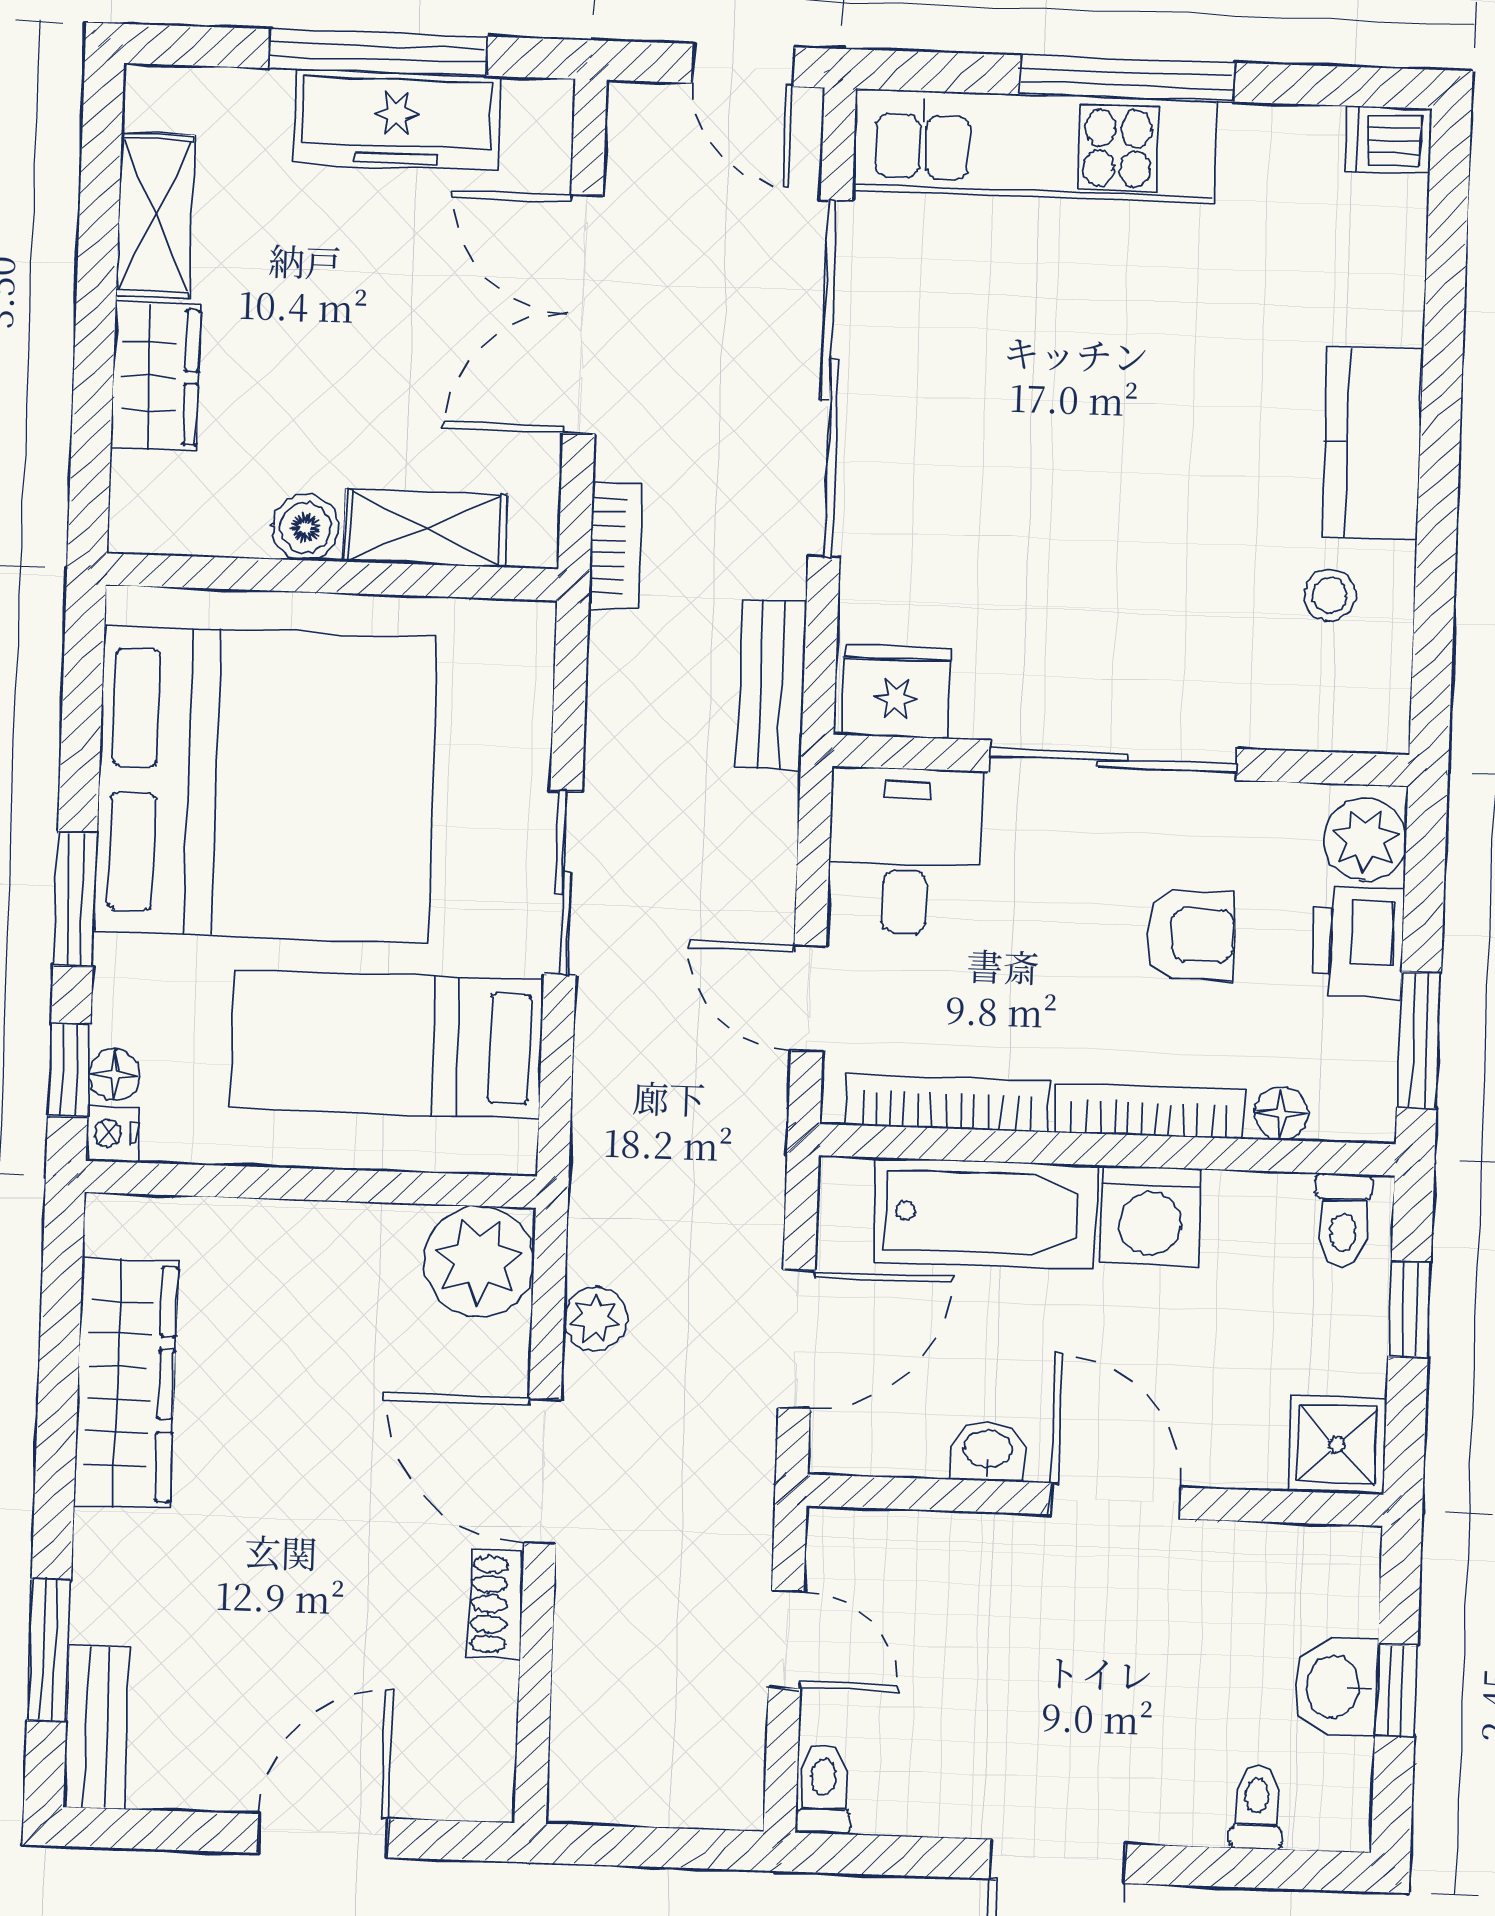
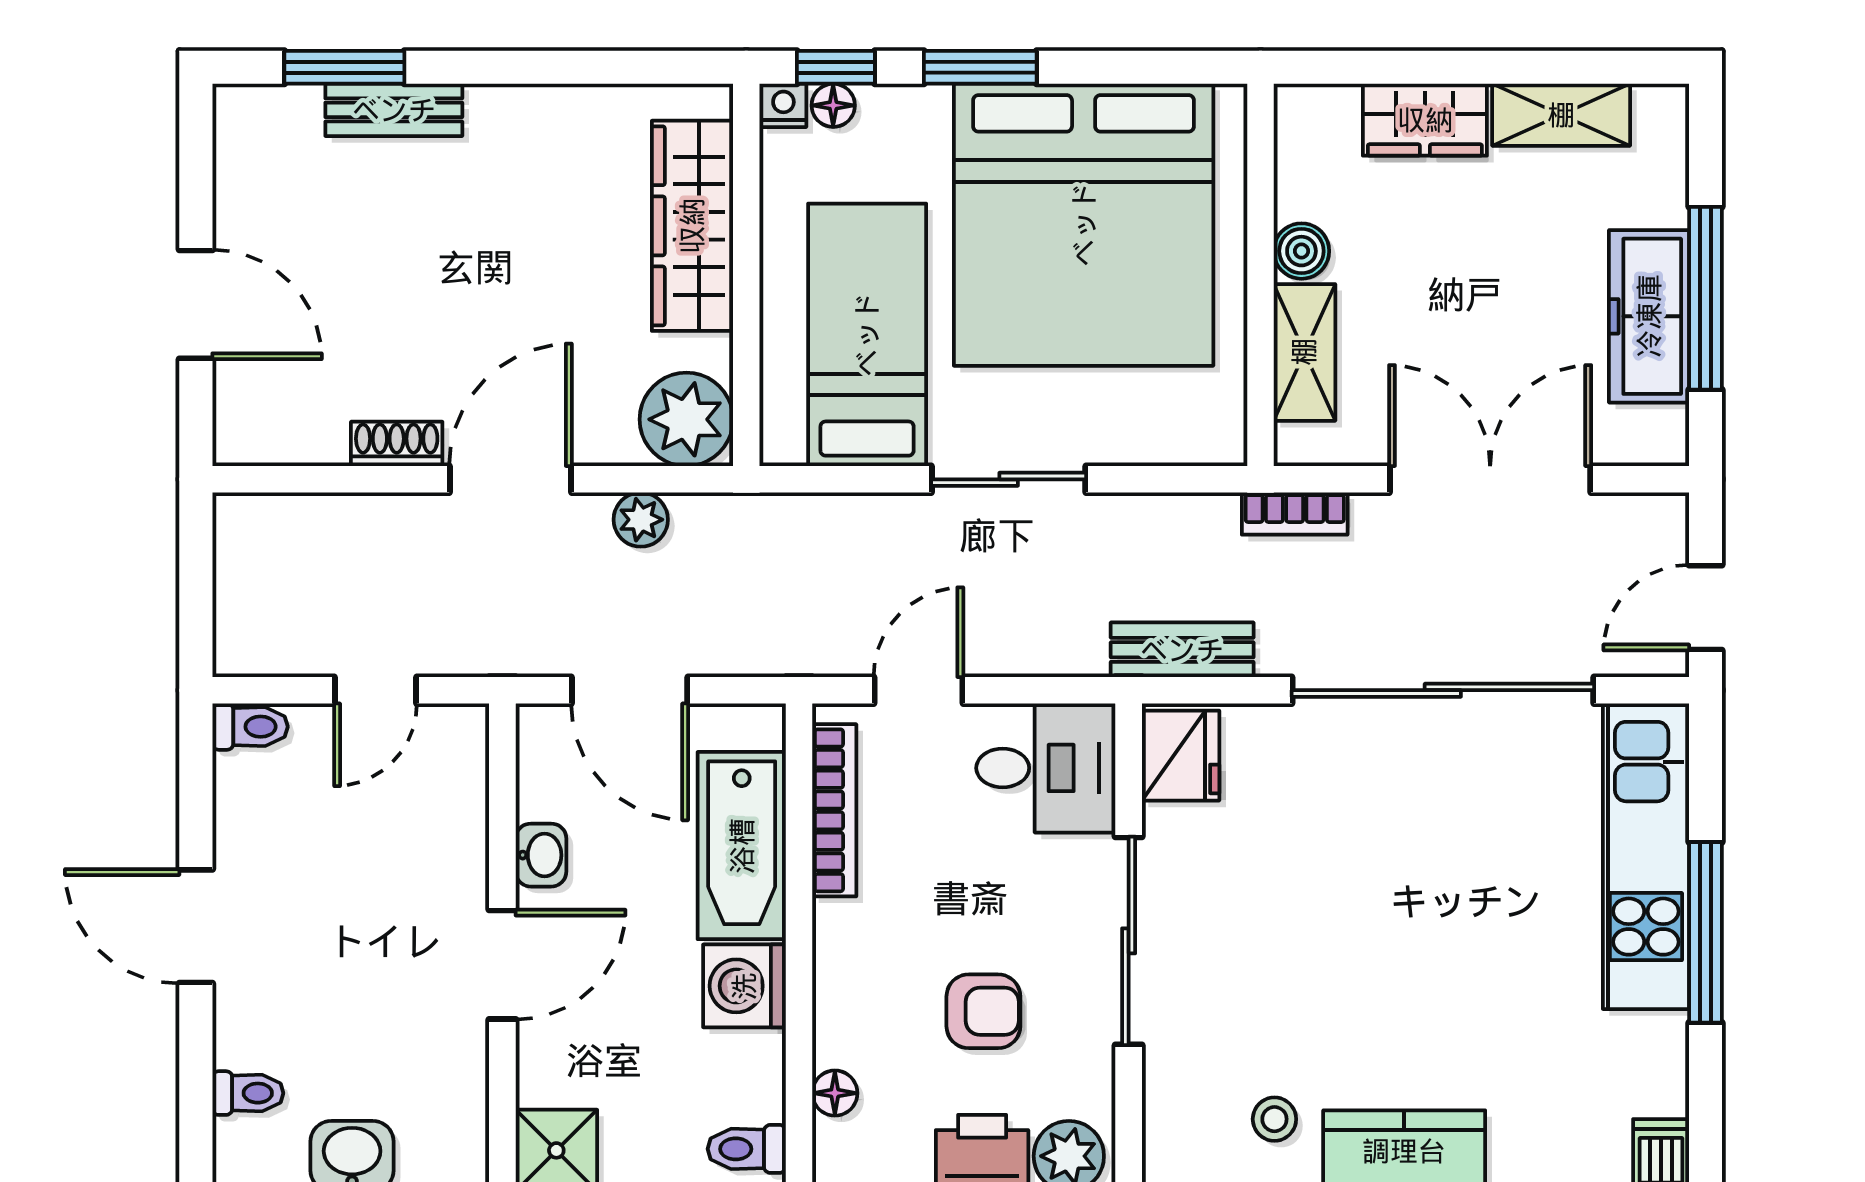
armchair: (1190, 935) -> (983, 1011), turned -90
bookcase: (1149, 1111) -> (833, 982), removed
wardrobe: (126, 1383) -> (692, 226), moved, turned 90
bench: (97, 1727) -> (394, 110), moved

